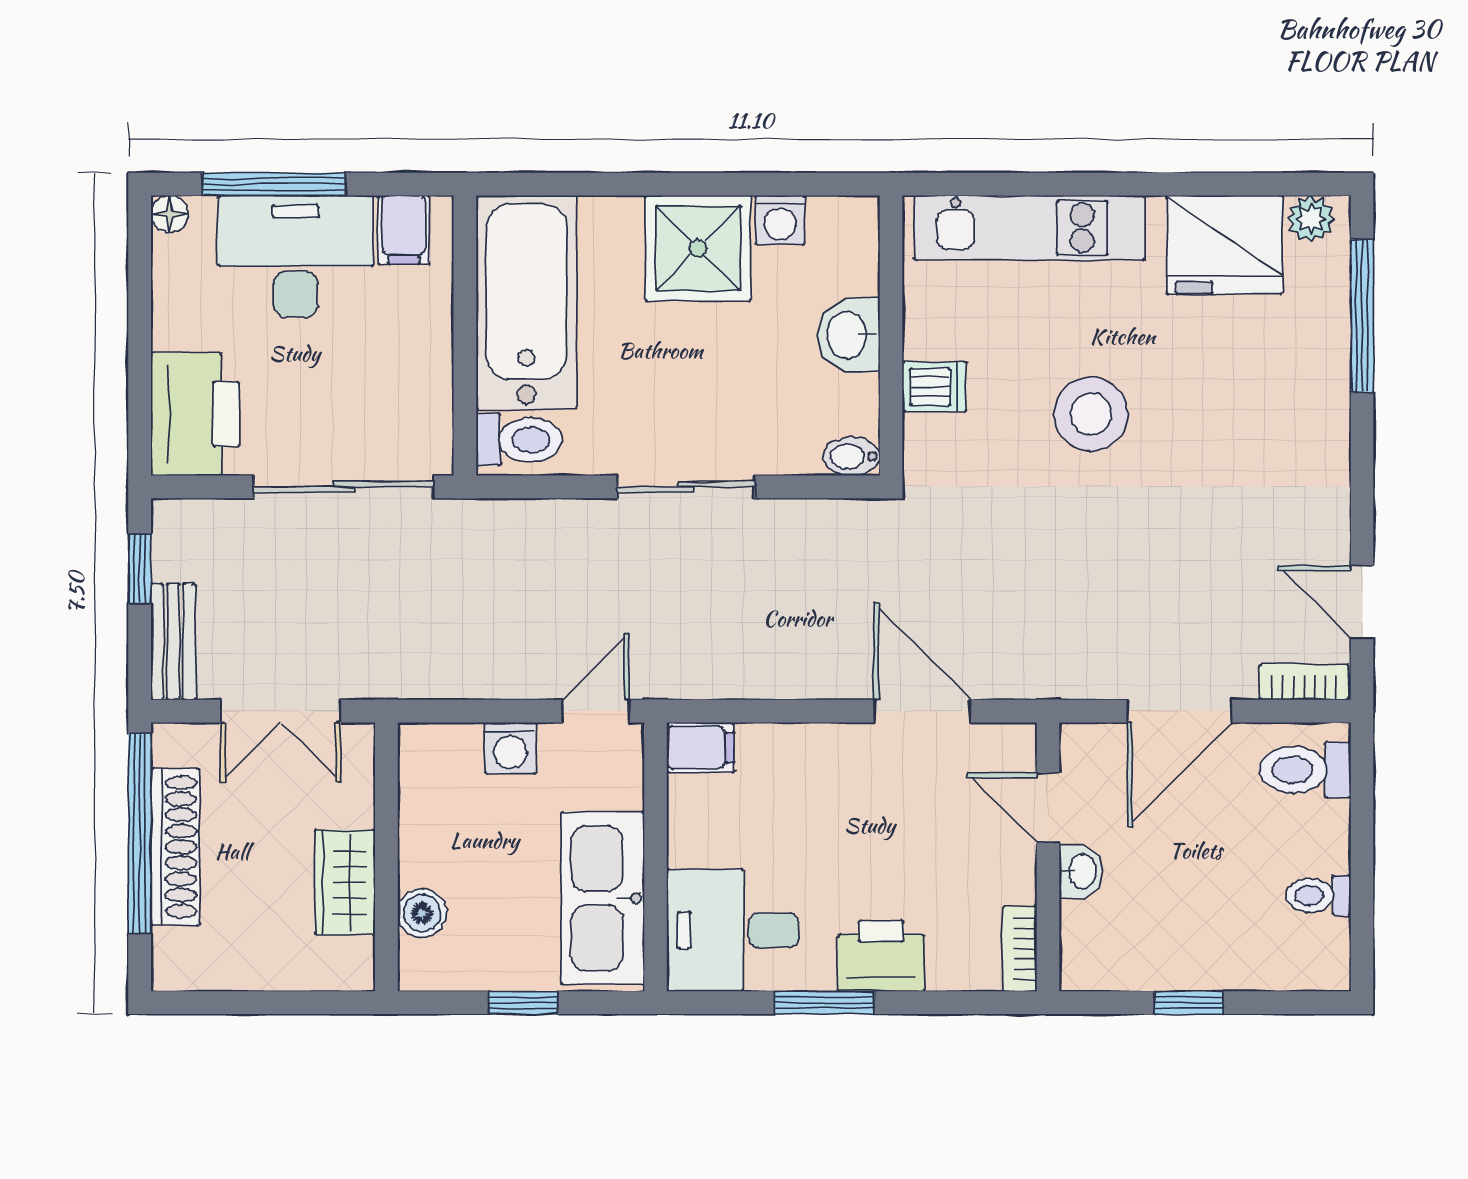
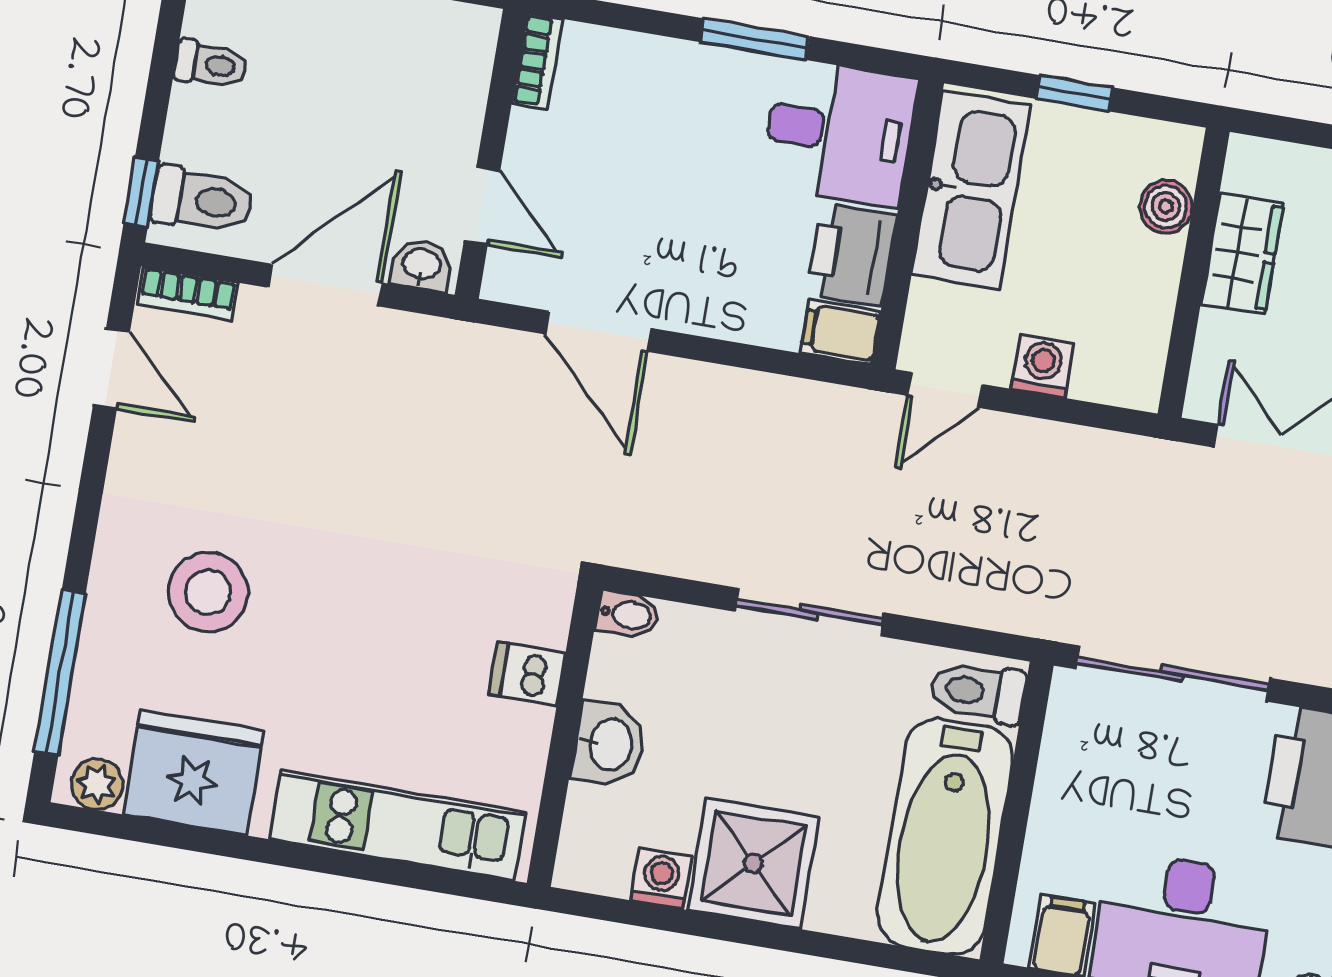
stool: (1091, 414) -> (208, 592), moved
window: (1362, 768) -> (141, 192), added
washbasin: (1081, 871) -> (422, 265), moved, turned 90
printer: (881, 956) -> (851, 255), moved, turned 90

